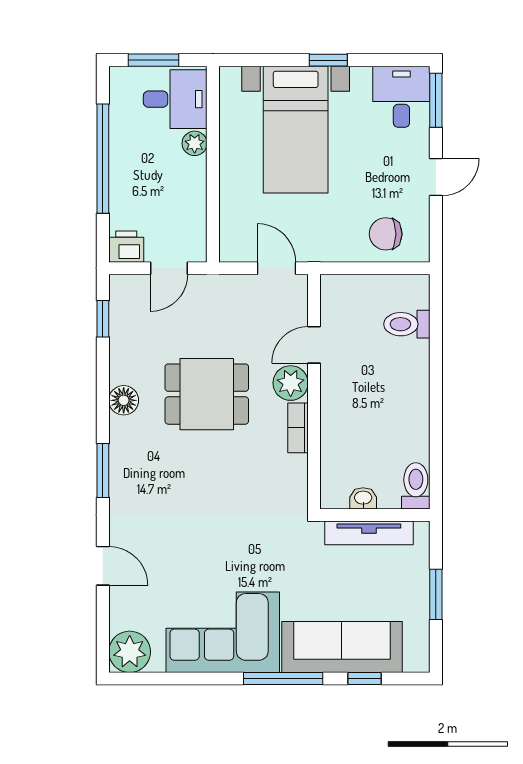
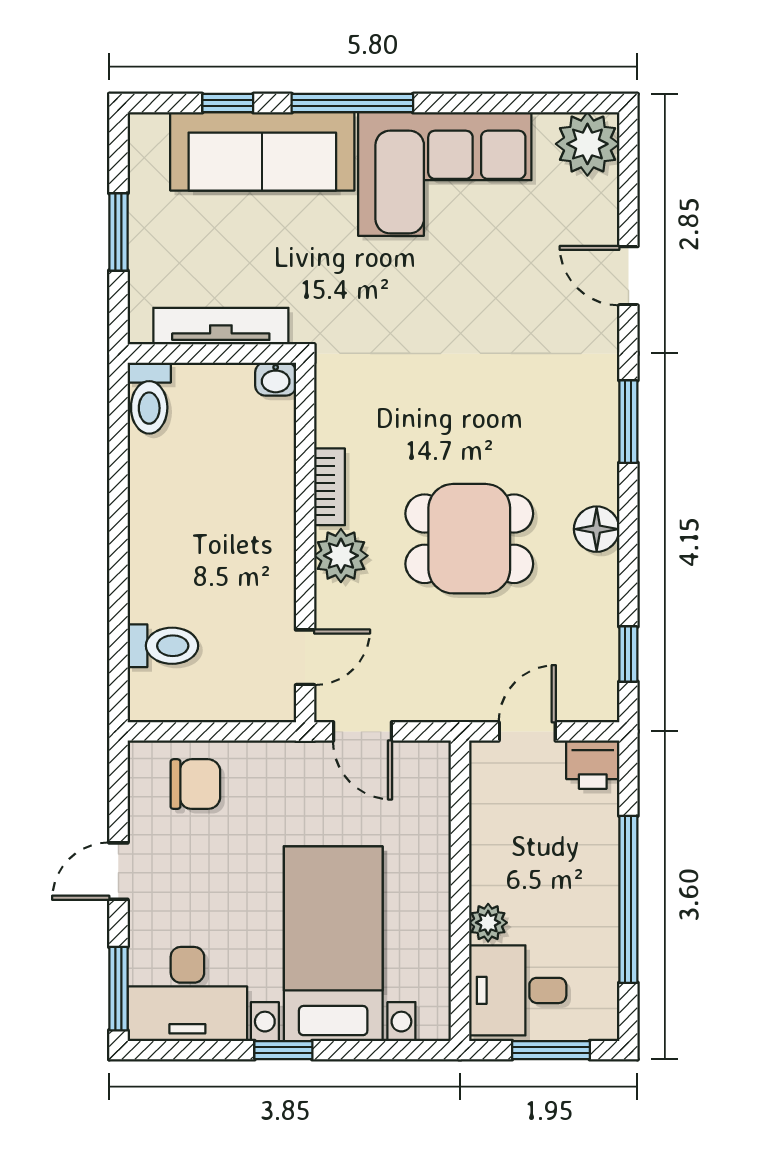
desk: (401, 97) -> (187, 994), width x1.37
door: (314, 345) -> (305, 657), moved
washbasin: (363, 498) -> (276, 379), moved

